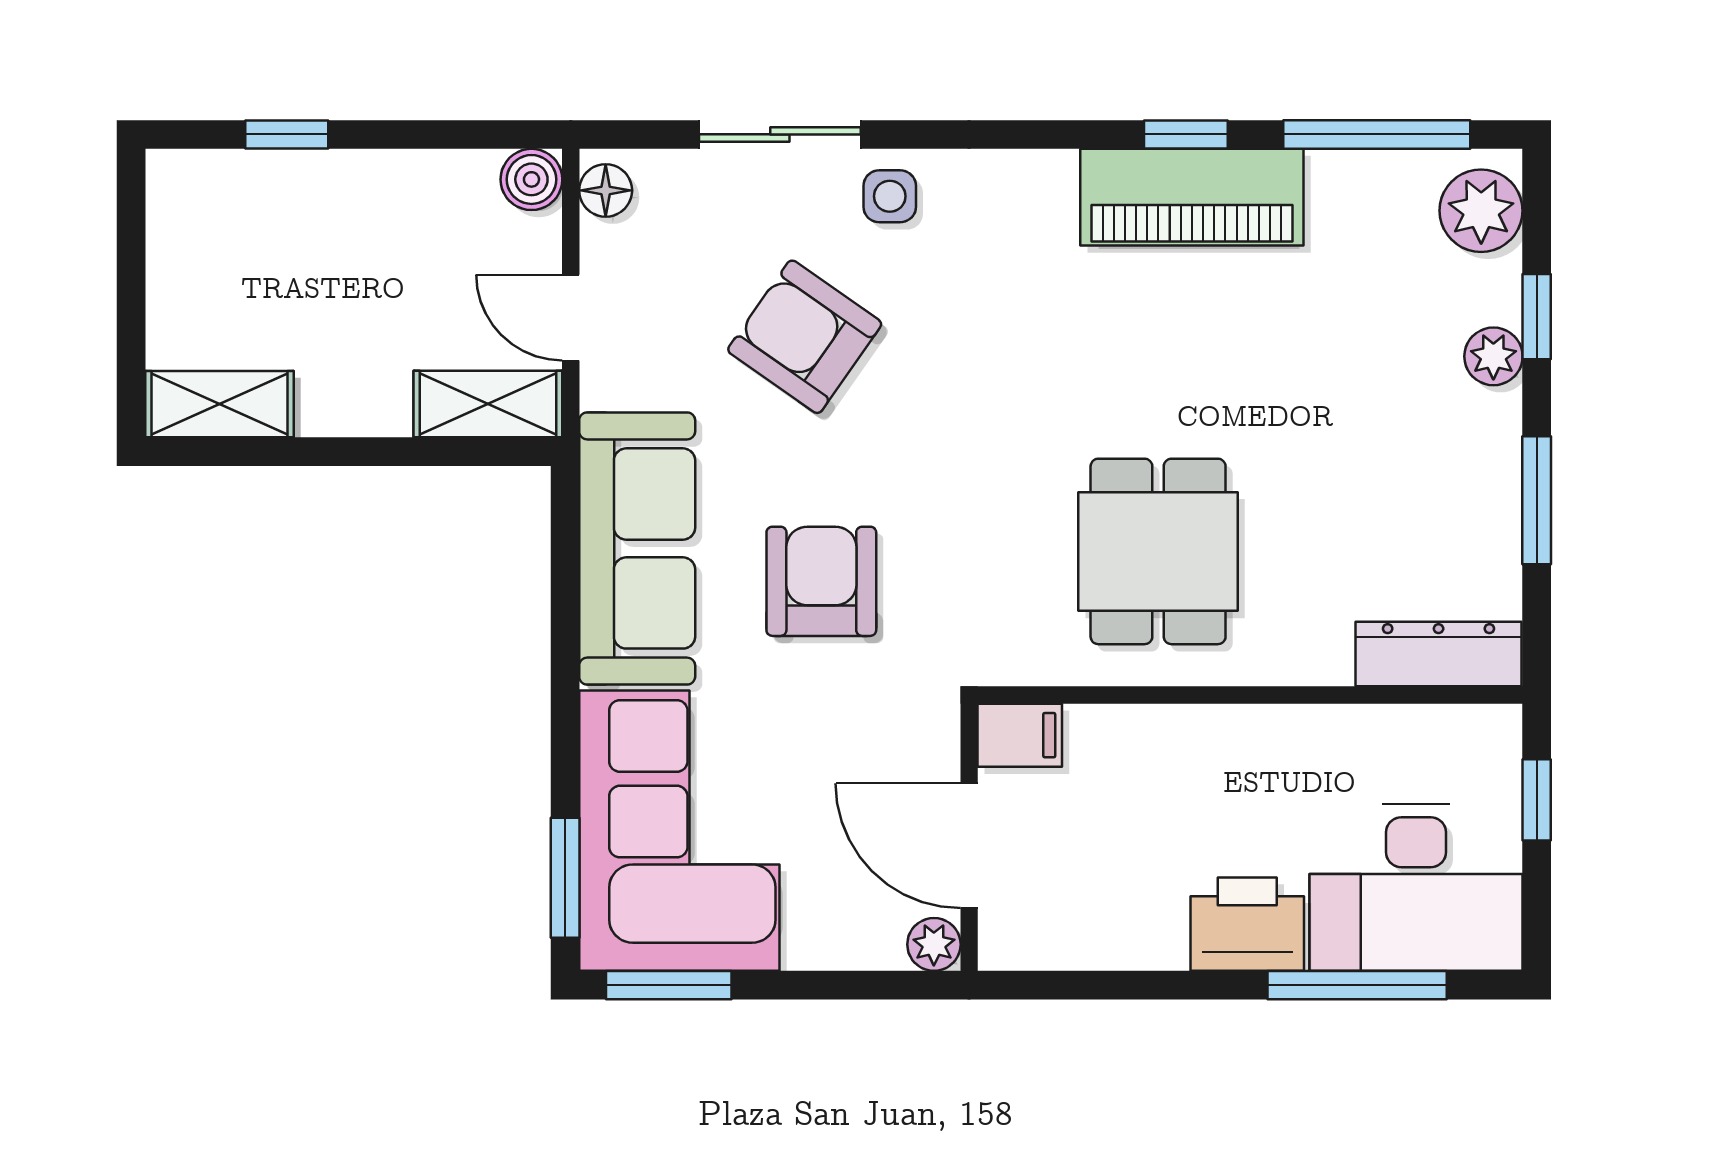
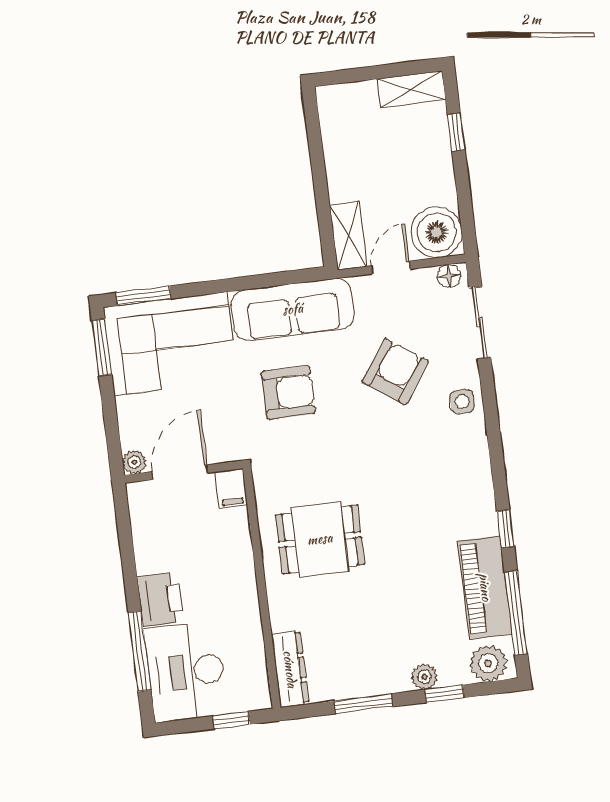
sliding door: (780, 134) -> (480, 322), moved
boiler: (531, 179) -> (437, 232), width x1.86, depth x1.86
piano: (1192, 197) -> (485, 587), moved
shelving: (219, 404) -> (411, 89), moved, turned 90

